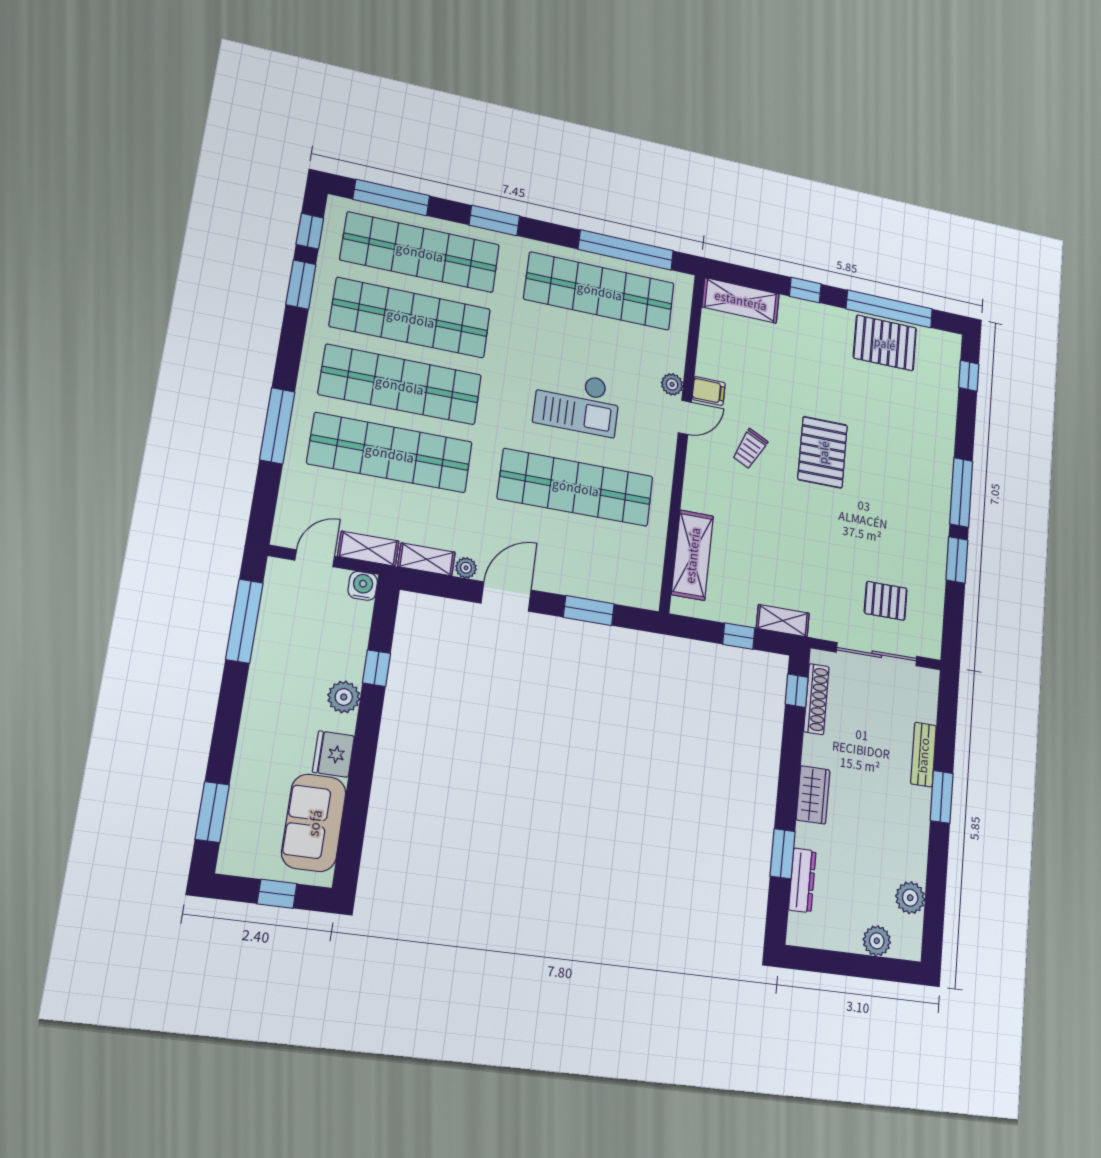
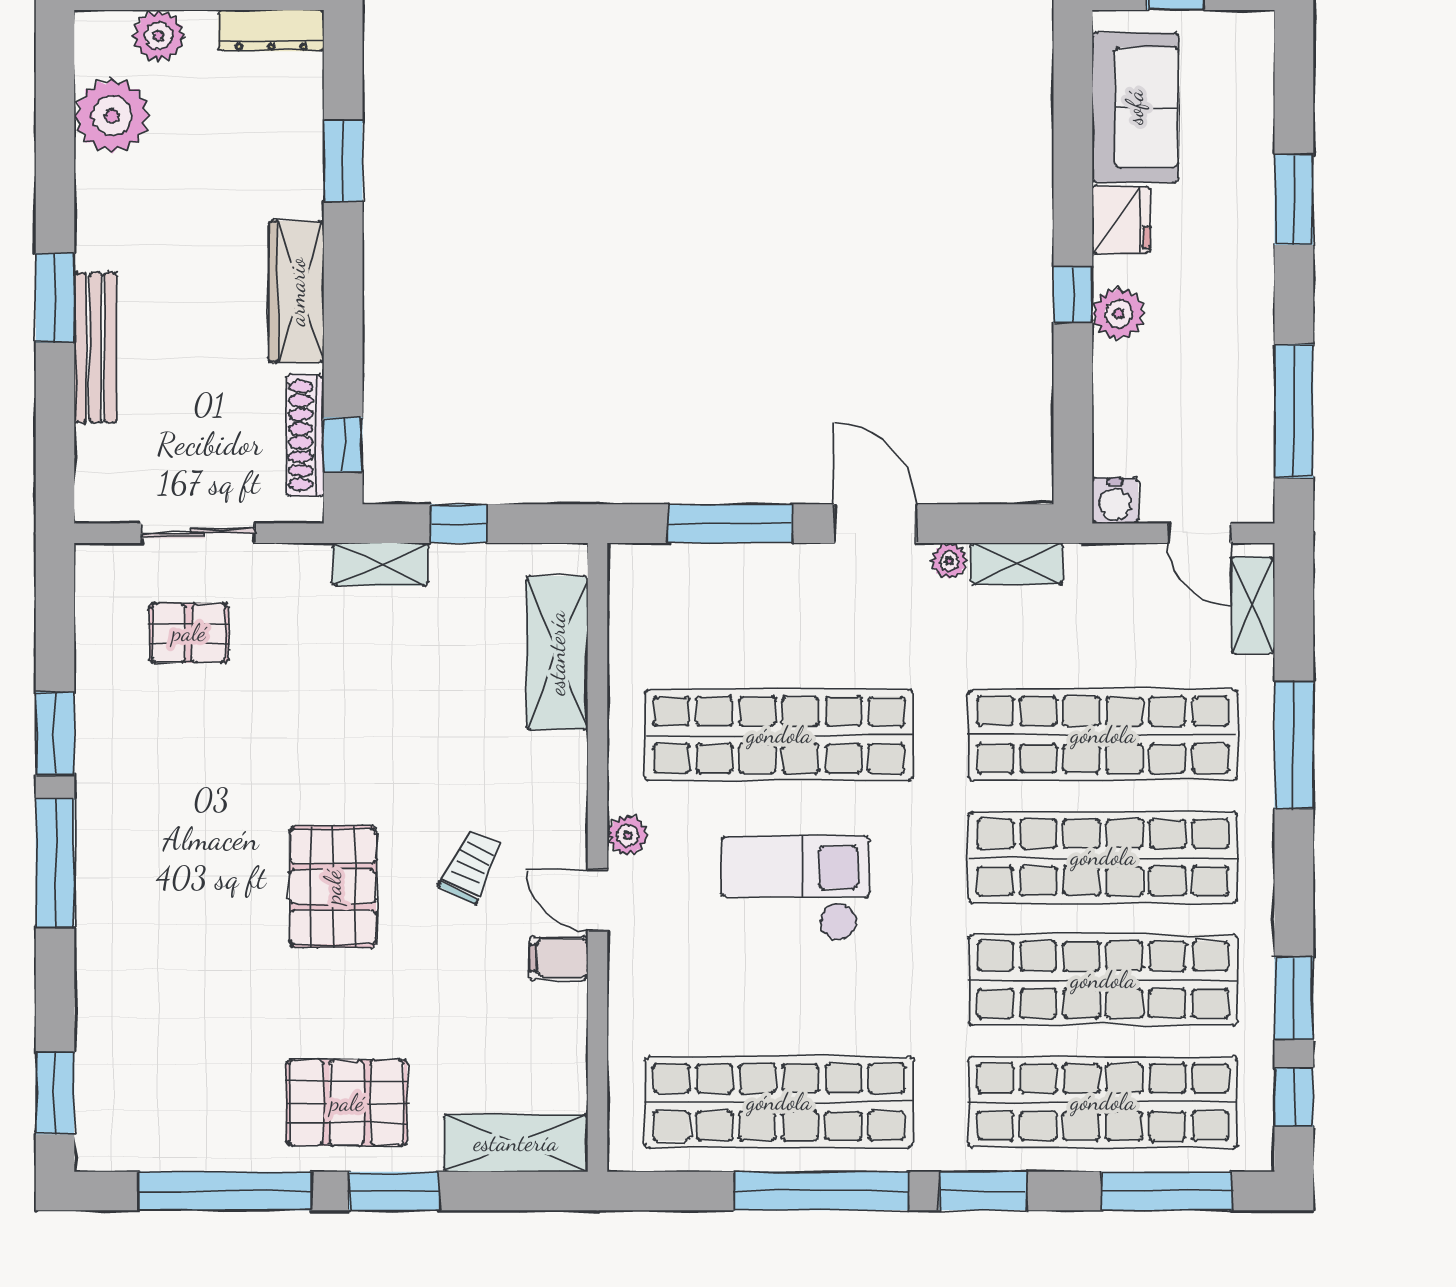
window: (626, 250) -> (821, 1191), moved
window: (805, 290) -> (394, 1191), width x1.50
pallet: (885, 343) -> (347, 1103), moved
window: (969, 376) -> (55, 1093), width x1.50
plant: (672, 384) -> (627, 835), moved
door: (685, 417) -> (598, 900), hinge flipped
shelving: (368, 549) -> (1253, 605), moved, turned 90
door: (315, 558) -> (1199, 533), hinge flipped
door: (506, 597) -> (875, 524), swing flipped
window: (589, 611) -> (730, 524), width x1.44
sliding door: (877, 654) -> (198, 533), width x0.73
window: (376, 668) -> (1073, 295), moved
bench: (923, 755) -> (95, 348), width x1.36
wardrobe: (813, 795) -> (297, 292), width x1.50
window: (212, 812) -> (1294, 199), moved
dresser: (802, 880) -> (271, 30), moved, turned -90
plant: (910, 898) -> (112, 116), width x1.36, depth x1.36

